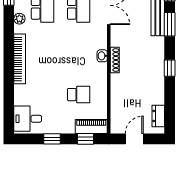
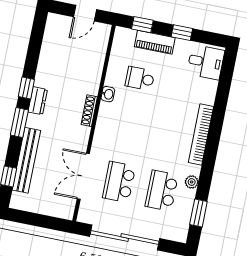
window: (170, 24) -> (19, 123), moved
washbasin: (102, 56) -> (108, 94), moved
dresser: (158, 116) -> (38, 101), moved
piano: (91, 127) -> (155, 42), moved

